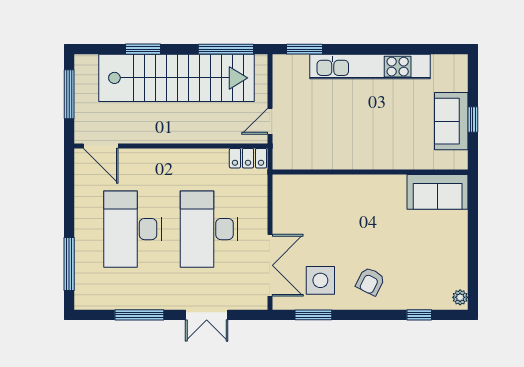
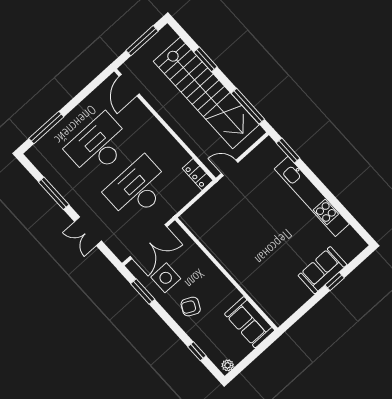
wall: (370, 172) -> (226, 274), moved
sofa: (438, 192) -> (250, 322), moved

